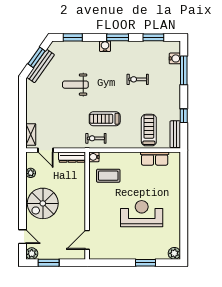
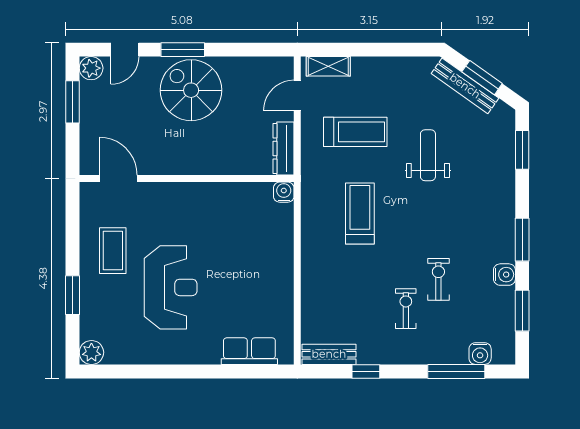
water cooler: (105, 46) -> (504, 275), moved
treadmill: (149, 130) -> (355, 132), moved
exercise bike: (96, 138) -> (406, 309), moved
row of seats: (155, 159) -> (249, 351), moved, turned 90
plant: (31, 173) -> (252, 66), removed
coffee table: (108, 176) -> (113, 251), moved
window: (22, 207) -> (183, 50), added

